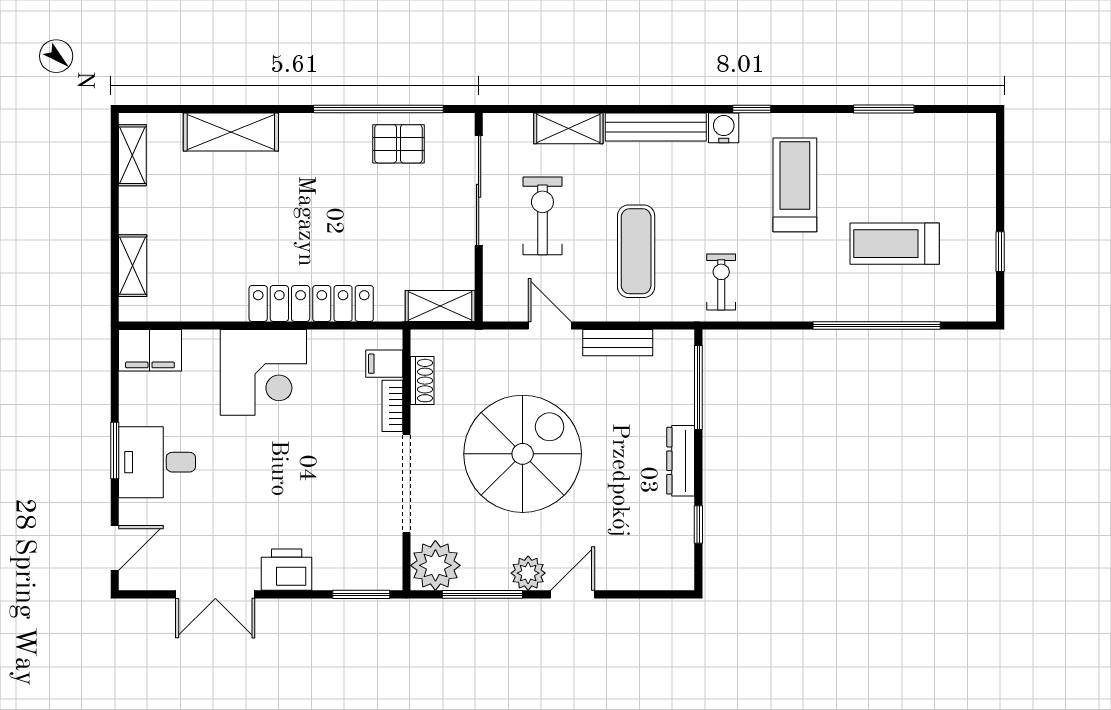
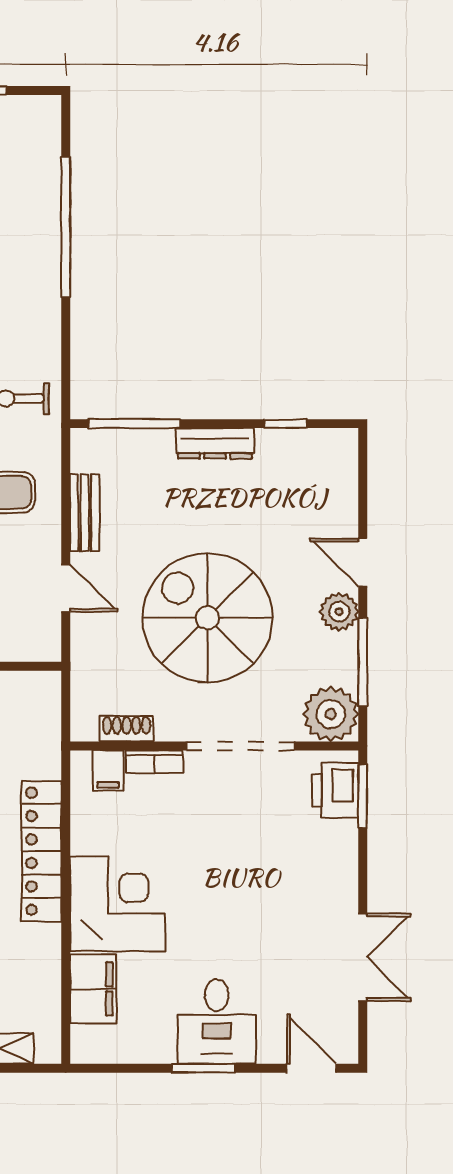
shelving: (440, 306) -> (44, 709), removed
door: (550, 325) -> (66, 588), swing flipped
filing cabinet: (150, 350) -> (93, 989), moved
printer: (287, 570) -> (335, 790), moved

